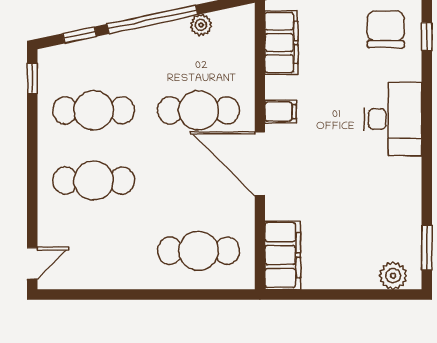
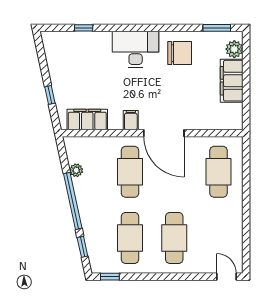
chair: (386, 29) -> (180, 53), moved, turned 180
door: (260, 164) -> (164, 133), hinge flipped
filing cabinet: (283, 255) -> (232, 81), moved, turned -90

